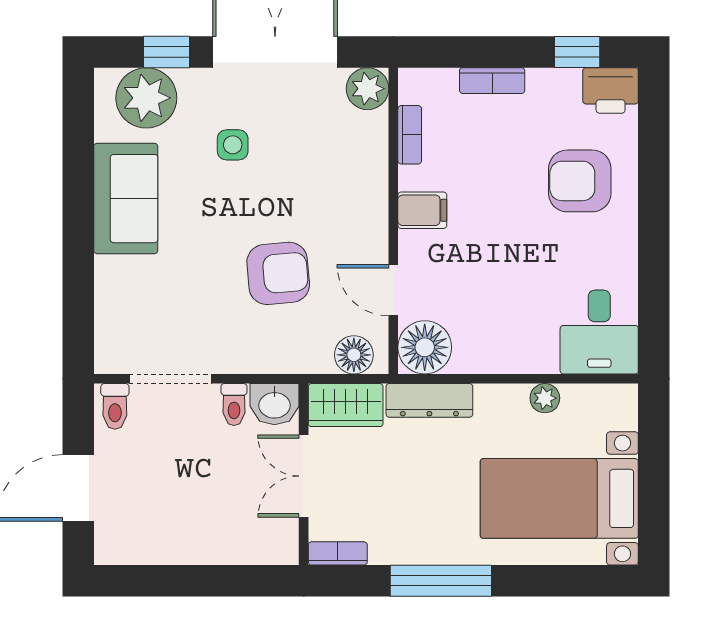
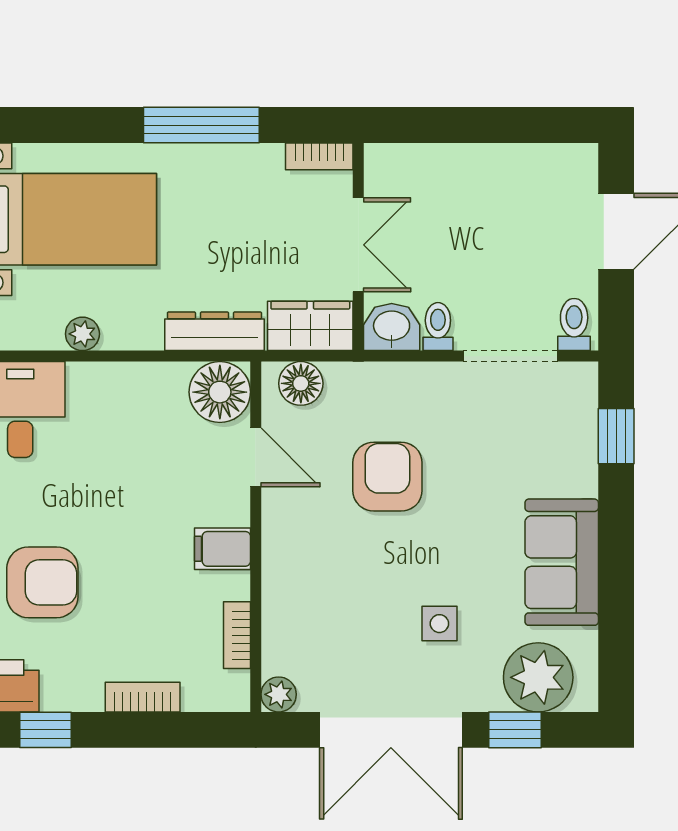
plant: (368, 89) -> (279, 694), width x0.73, depth x0.73
armchair: (278, 273) -> (387, 477), turned 95
window: (78, 309) -> (616, 436), added

